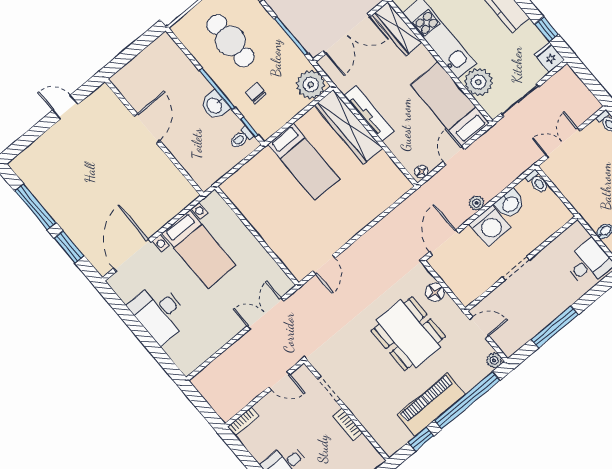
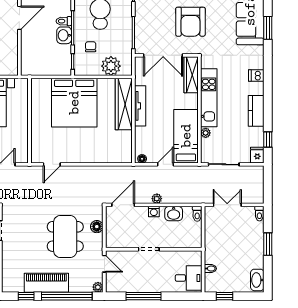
plant: (478, 82) -> (206, 133), width x0.53, depth x0.53
plant: (311, 85) -> (111, 66), moved
toilet: (241, 138) -> (64, 21), moved
bed: (304, 162) -> (74, 103), width x2.04
washing machine: (490, 226) -> (154, 211), width x0.53, depth x0.53

